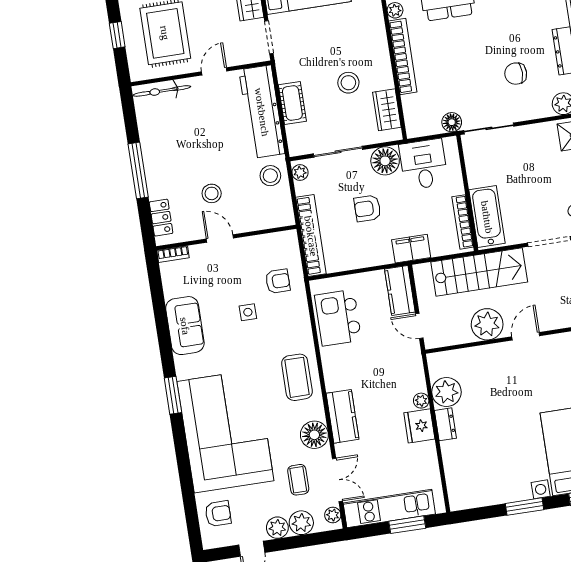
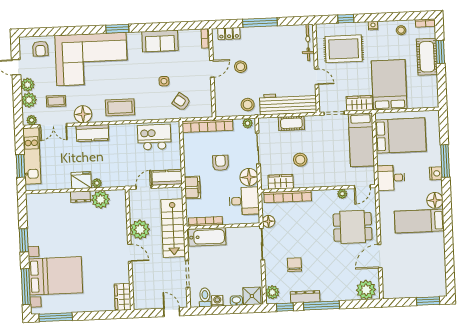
bookcase: (403, 57) -> (288, 197), moved
armchair: (278, 281) -> (181, 102), turned 127

